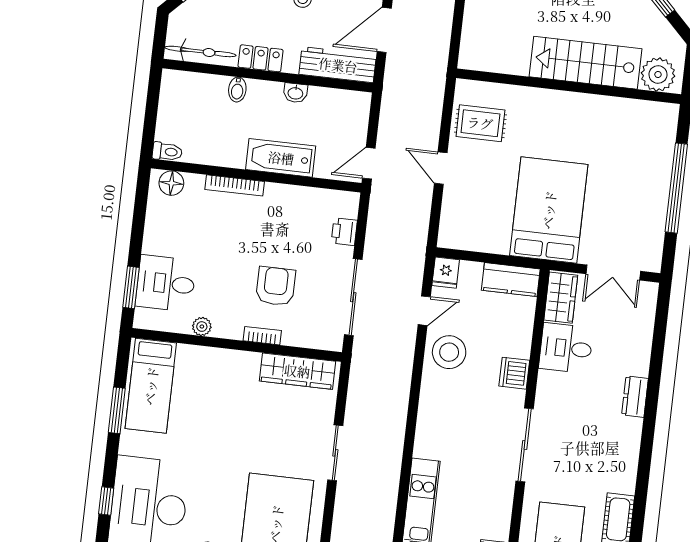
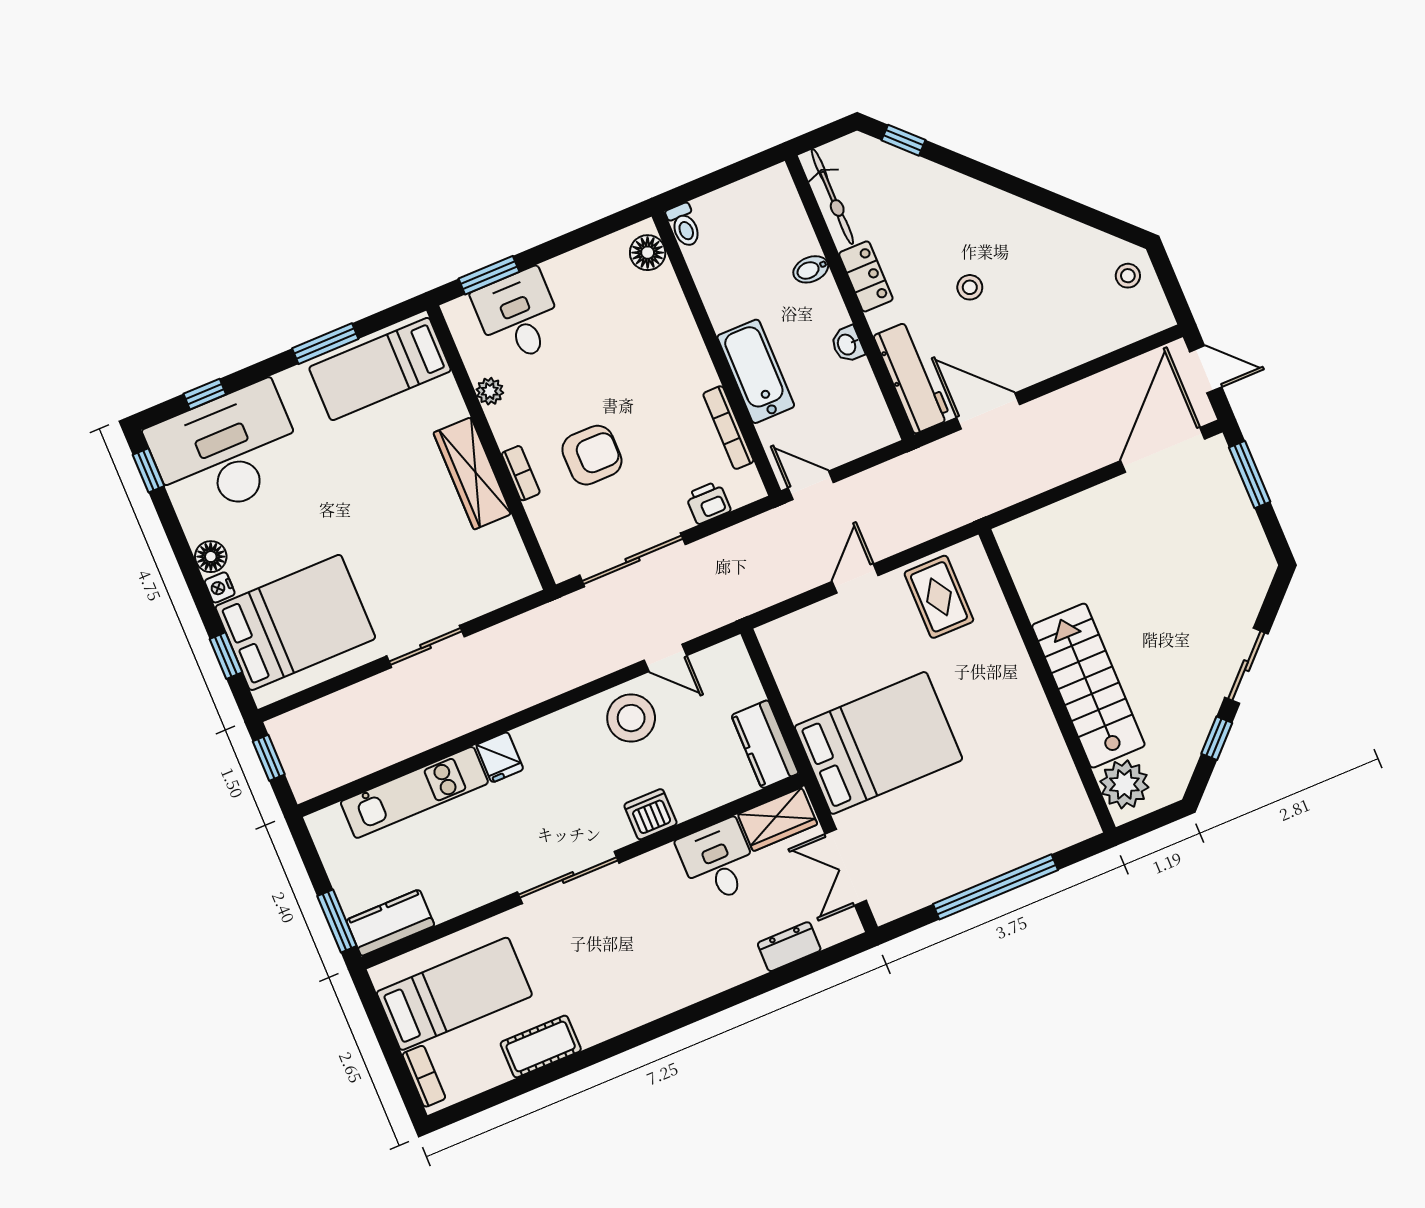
bookcase: (235, 185) -> (728, 428), moved
fridge: (446, 273) -> (500, 757), moved, turned -90
wardrobe: (297, 371) -> (472, 473), moved
dresser: (635, 397) -> (789, 947), moved

